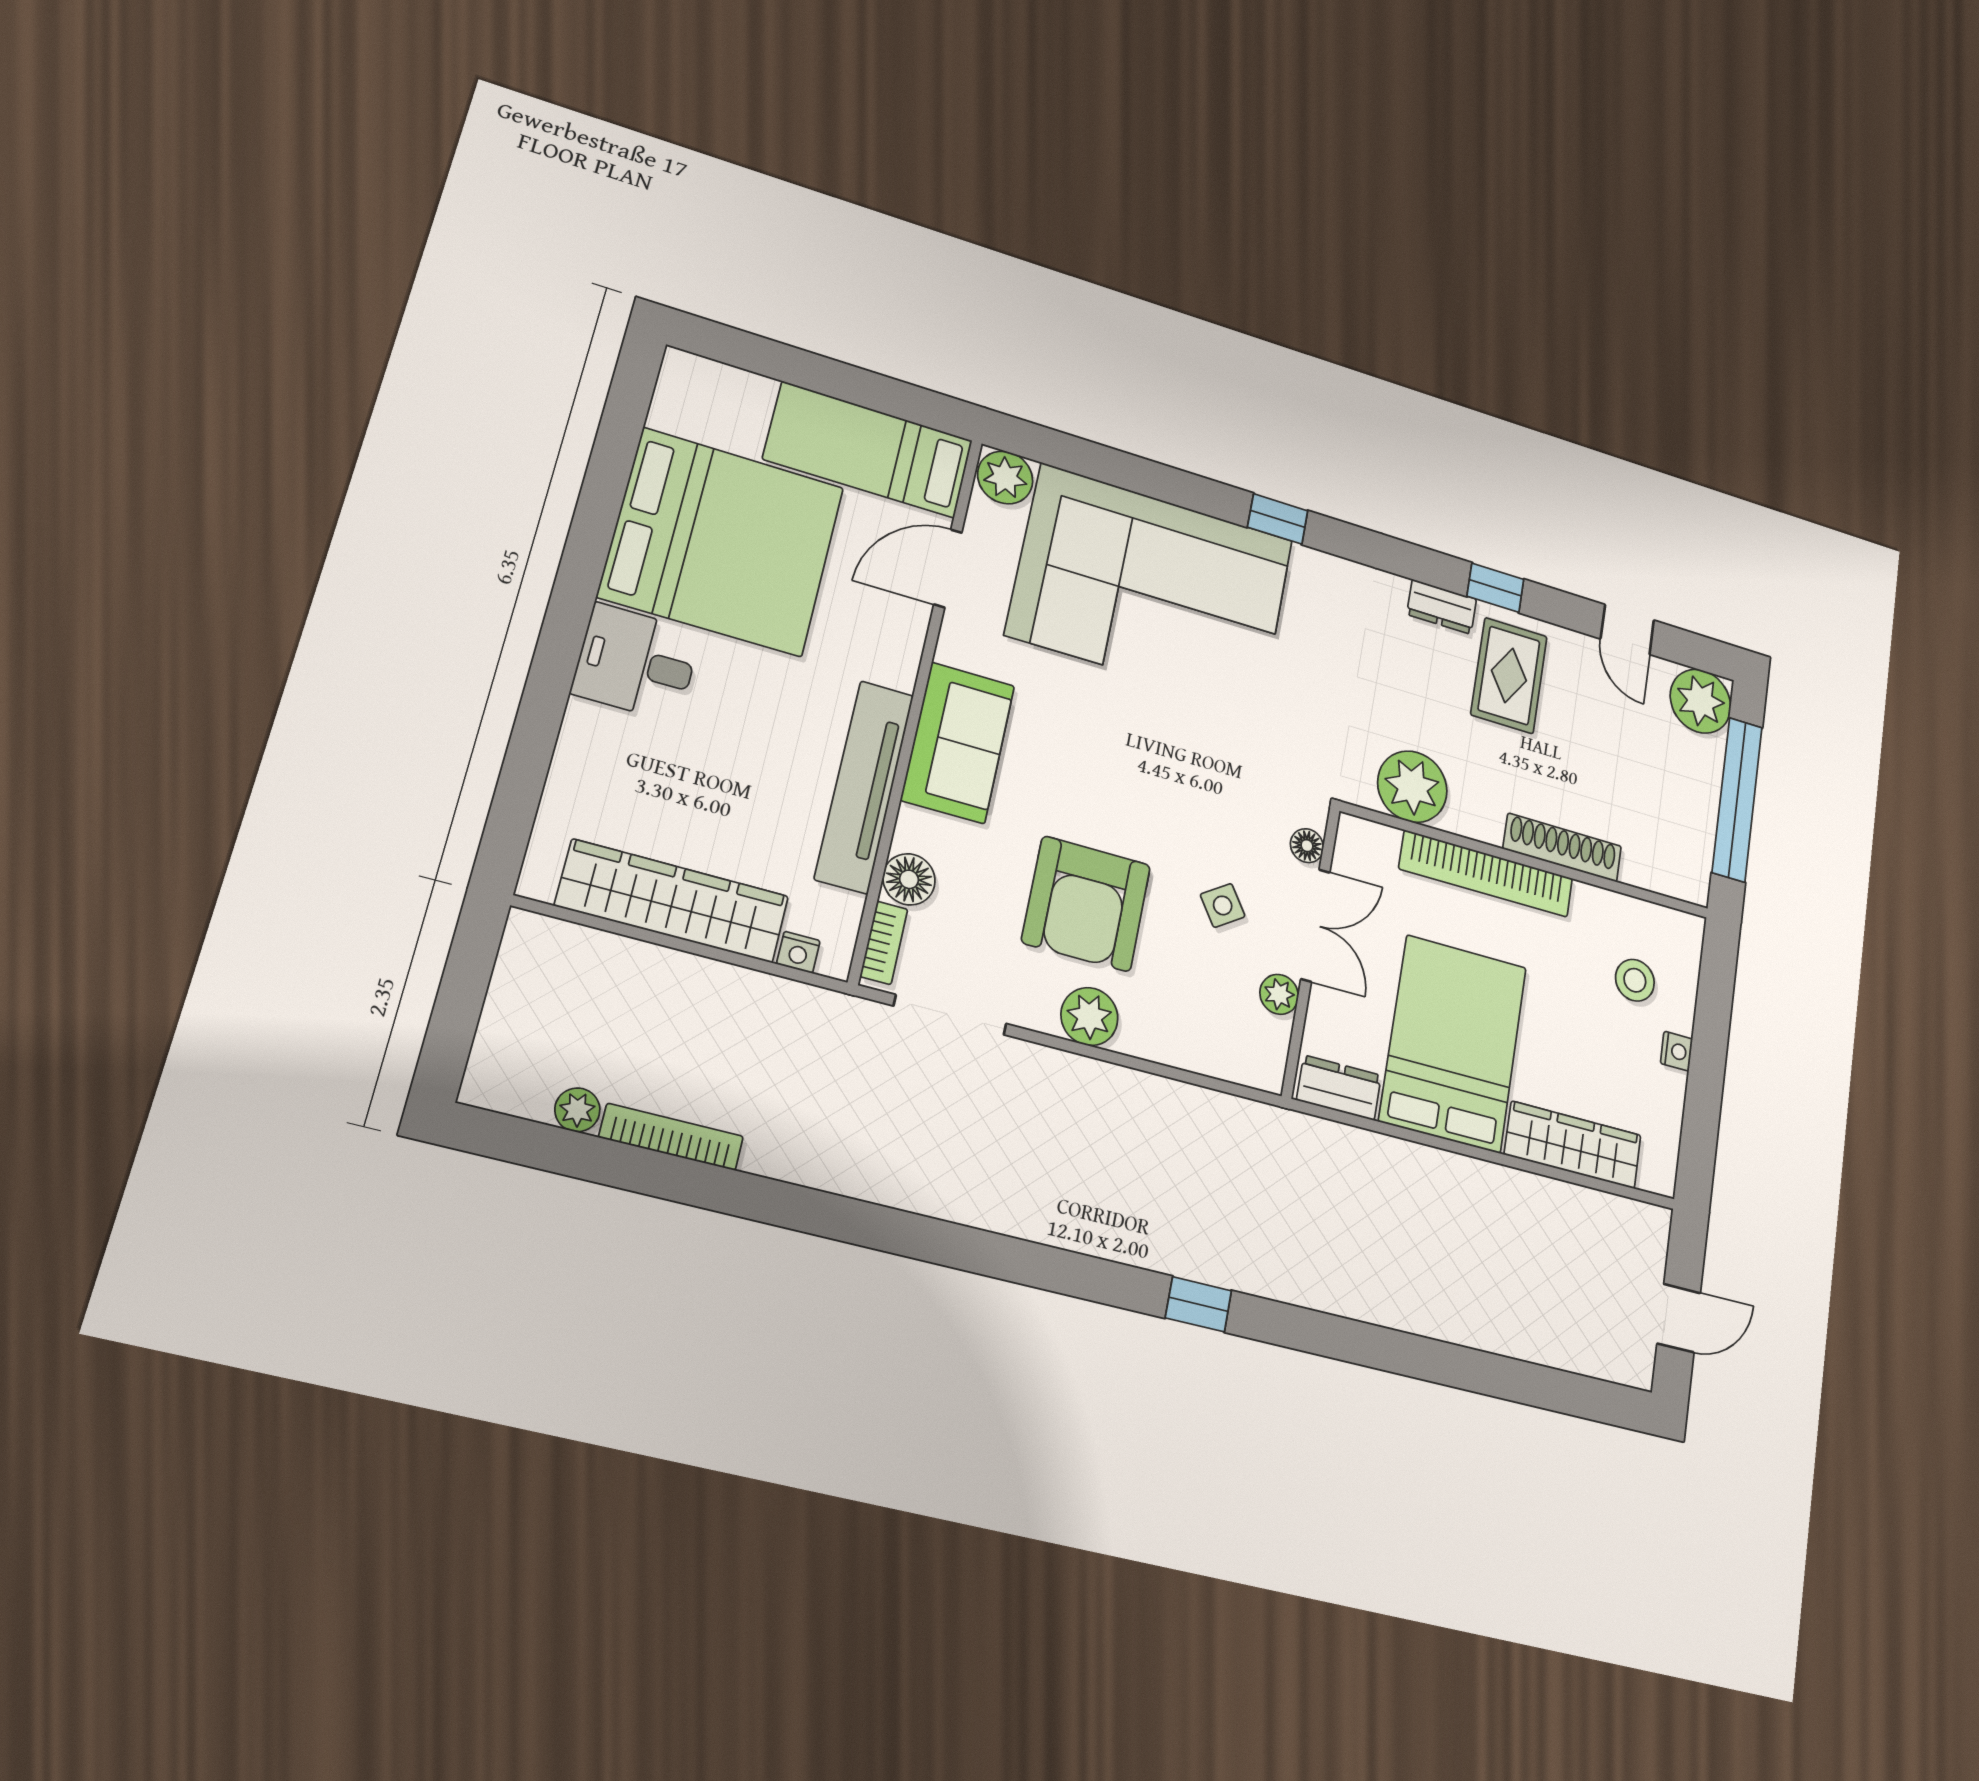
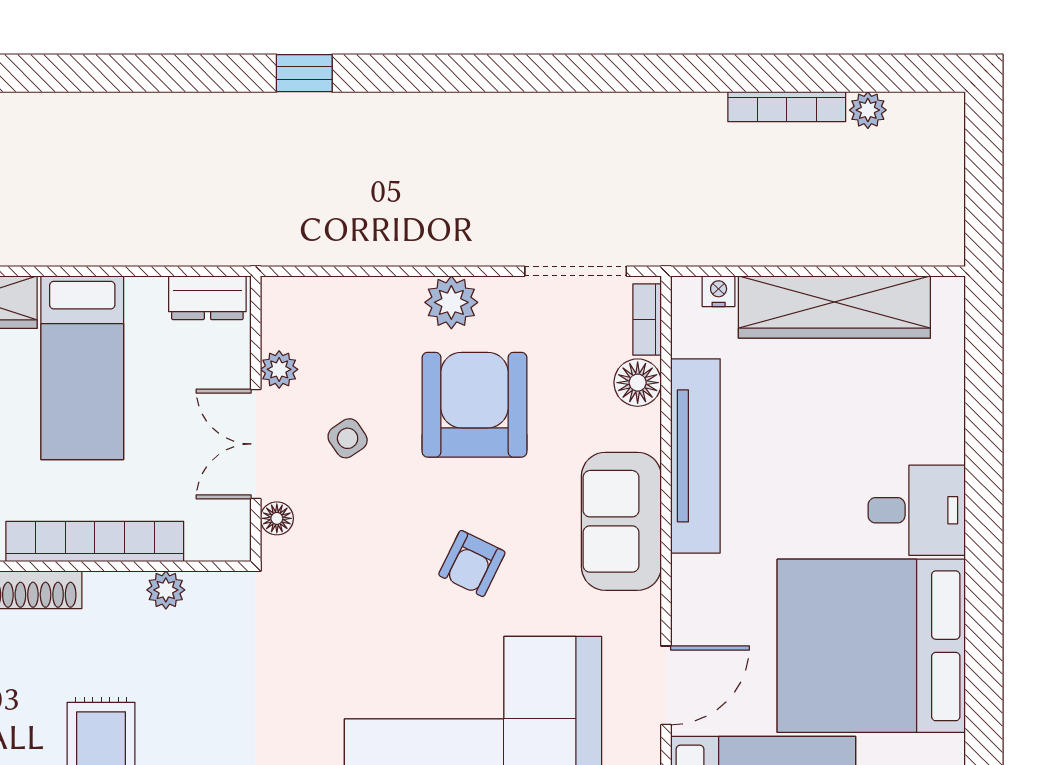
armchair: (1121, 745) -> (472, 564), added
plant: (1412, 787) -> (166, 590), width x0.53, depth x0.53
bed: (1453, 1043) -> (82, 368), width x0.67

